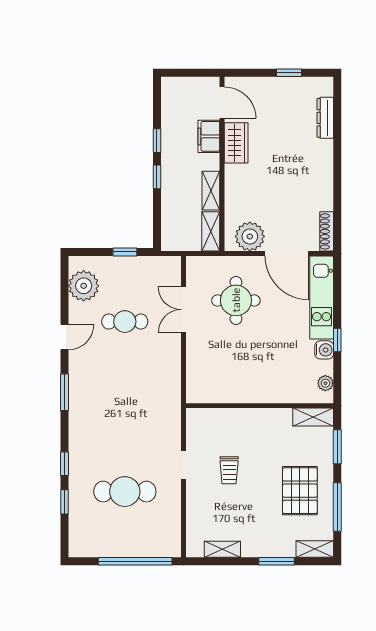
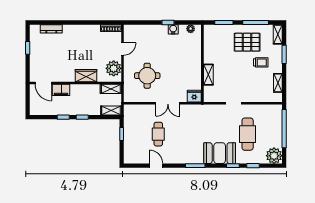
door: (222, 103) -> (43, 83), swing flipped
wardrobe: (236, 143) -> (86, 76), moved
shelving: (211, 191) -> (111, 111), moved
door: (287, 253) -> (122, 49), width x0.53
plant: (84, 286) -> (274, 156), moved
kitchen unit: (322, 297) -> (146, 31), removed
double door: (184, 310) -> (168, 103), moved
door: (65, 337) -> (156, 166), moved
fridge: (197, 390) -> (194, 96), added
shelving: (313, 417) -> (208, 75), moved
booth: (89, 438) -> (220, 153), added
trolley: (229, 470) -> (261, 62), moved

